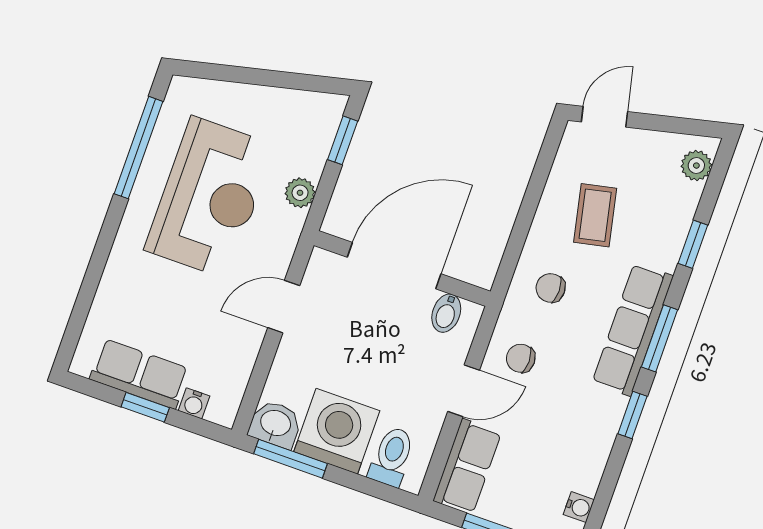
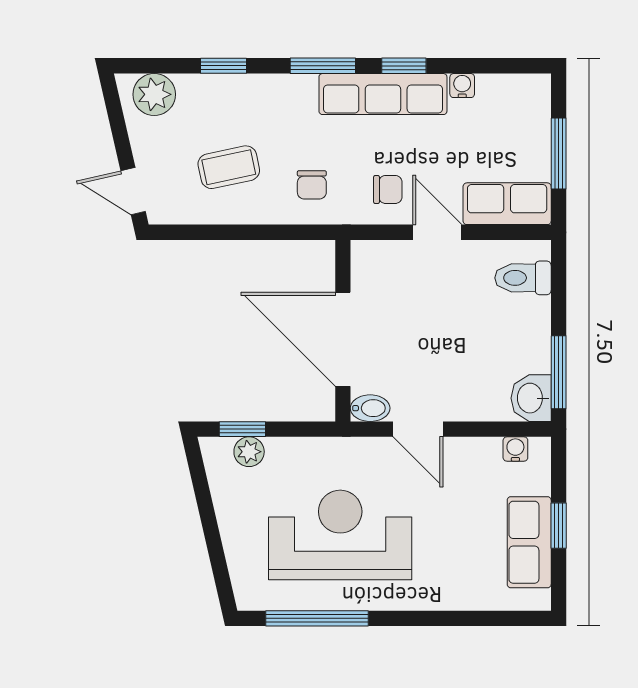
plant: (696, 166) -> (154, 94), width x1.38, depth x1.38
plant: (300, 193) -> (249, 452), moved
bidet: (446, 313) -> (370, 408), moved
row of seats: (633, 329) -> (383, 94), moved
chair: (521, 358) -> (388, 189), turned -90
water cooler: (194, 403) -> (515, 449), moved, turned -90
washing machine: (337, 431) -> (517, 338), removed
water cooler: (579, 507) -> (462, 86), moved

